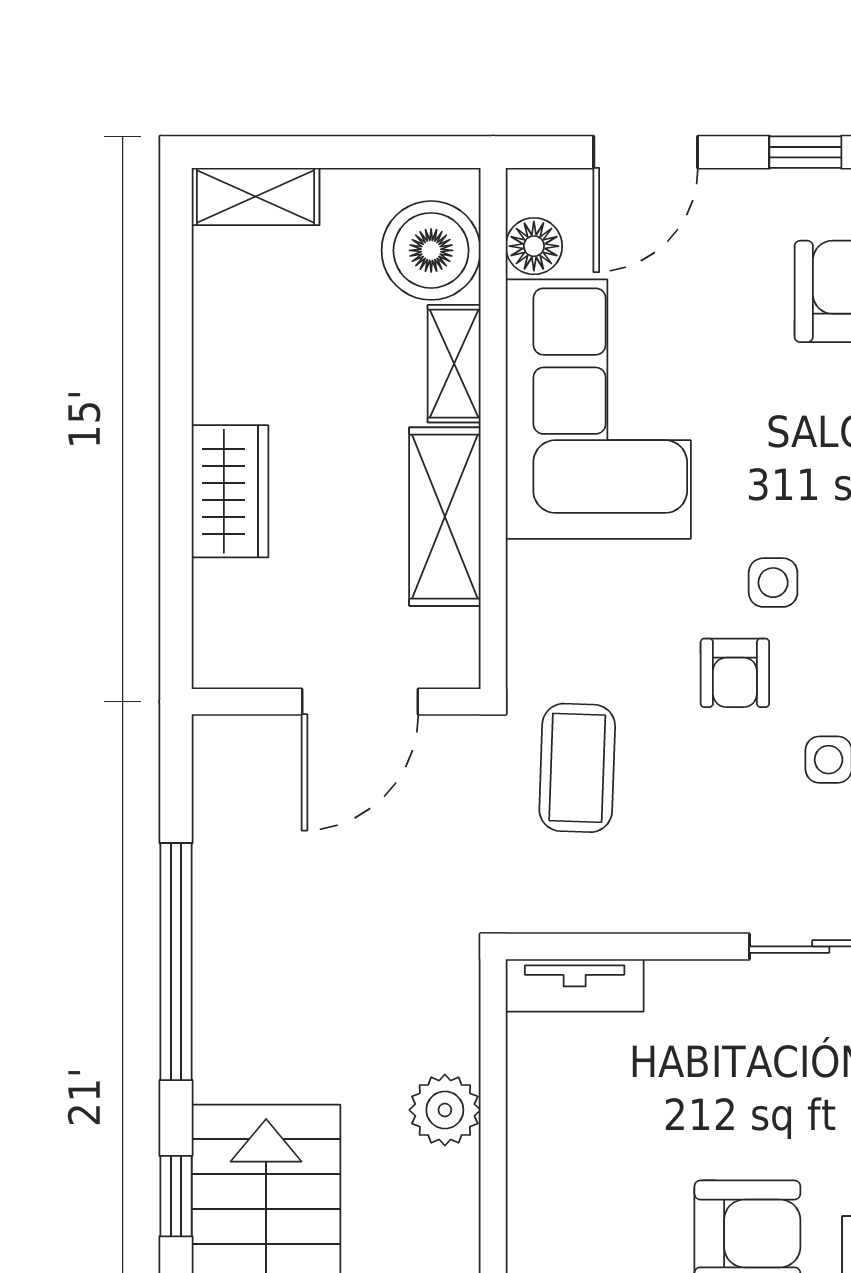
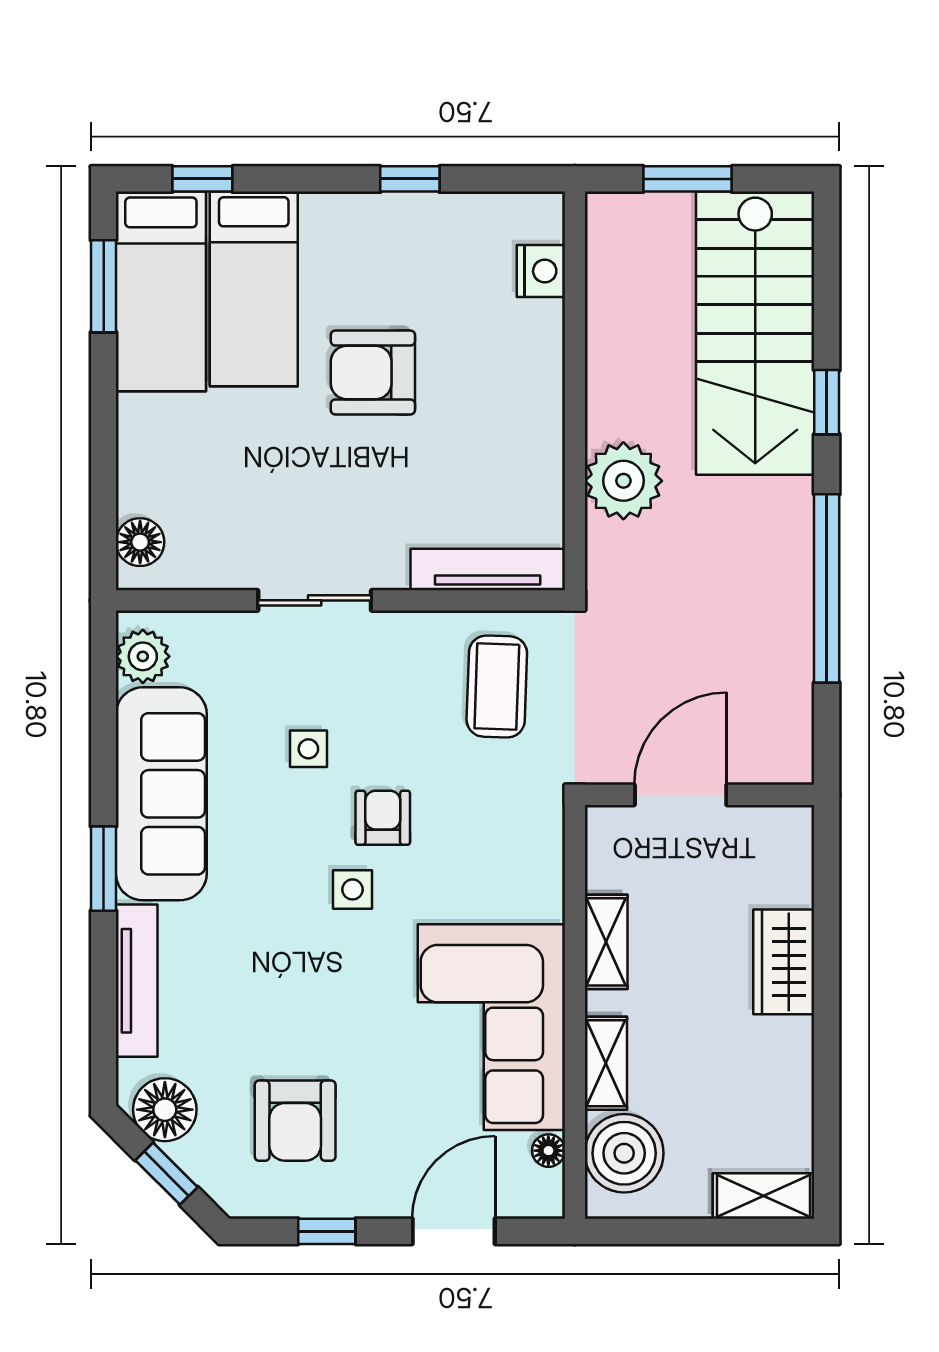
floor lamp: (534, 246) -> (548, 1151), width x0.73, depth x0.73
shelving: (445, 517) -> (606, 942), width x0.67, depth x0.75
coffee table: (577, 768) -> (497, 687), moved
tv unit: (575, 985) -> (488, 569), width x1.41
plant: (445, 1110) -> (623, 481), width x1.36, depth x1.36

